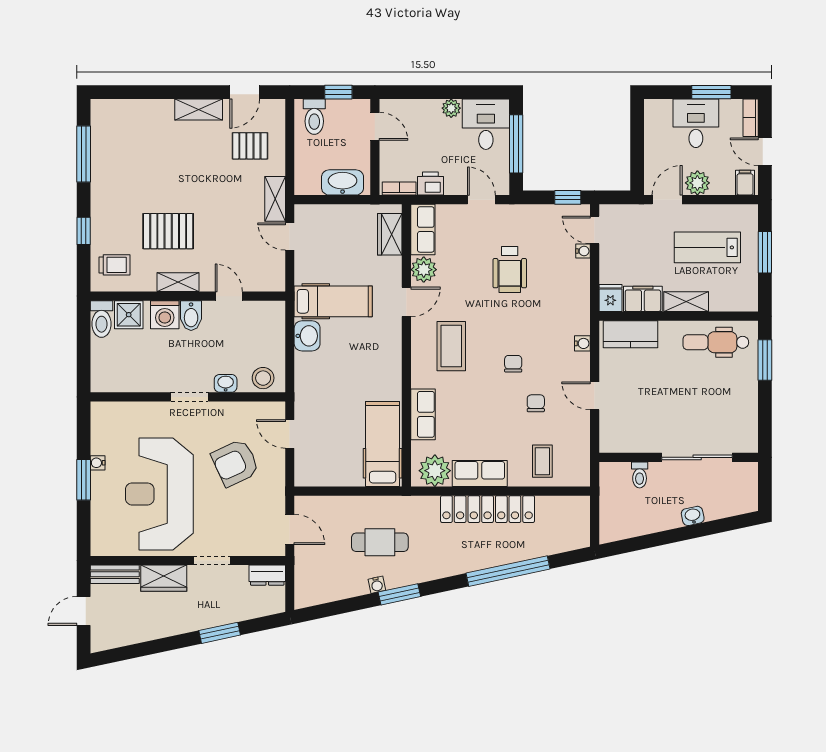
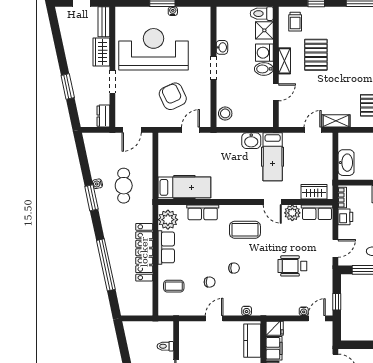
washbasin: (226, 383) -> (222, 47), moved

